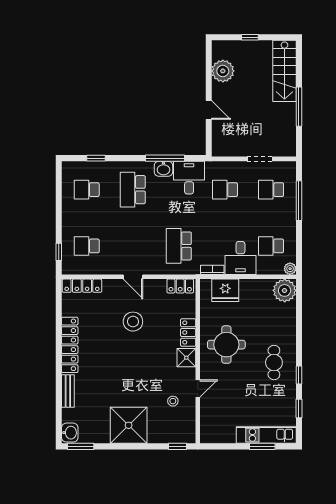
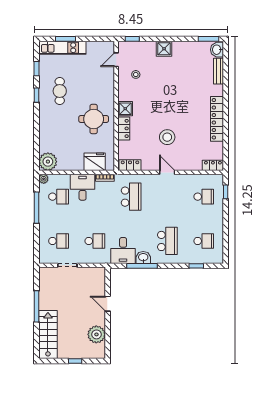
window: (299, 201) -> (37, 208), moved
locker: (82, 286) -> (213, 165), width x0.66
cafe table: (274, 362) -> (60, 91), moved
door: (198, 388) -> (116, 60), moved
bench: (68, 391) -> (218, 71), moved
shower: (129, 425) -> (164, 49), width x0.54, depth x0.54

